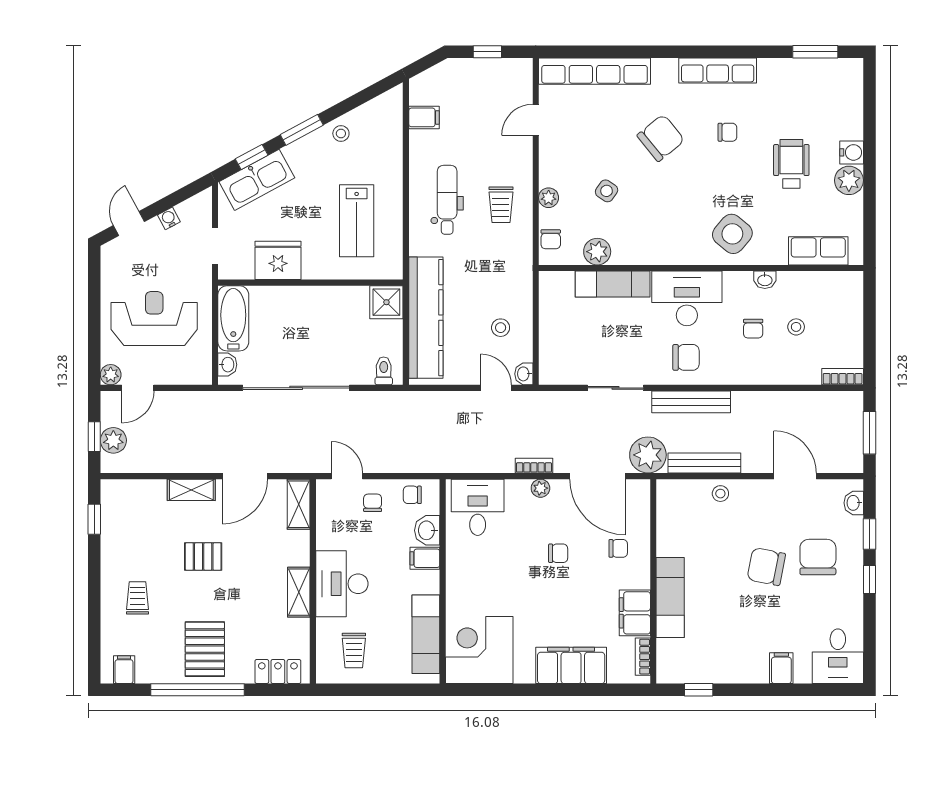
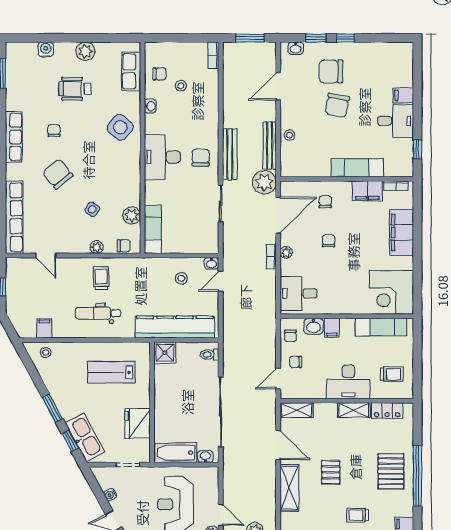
stool: (341, 133) -> (46, 352), moved
water cooler: (852, 152) -> (46, 50), moved
trolley: (501, 205) -> (101, 278), turned -91
lab bench: (357, 221) -> (112, 372), turned 180
exam couch: (613, 284) -> (153, 229), moved
chair: (753, 329) -> (160, 74), moved
shelving: (191, 490) -> (289, 488), width x1.50, depth x1.33
pallet: (205, 649) -> (391, 471), turned 90
desk: (838, 656) -> (396, 121), moved
locker: (278, 671) -> (387, 411), moved, turned -90

